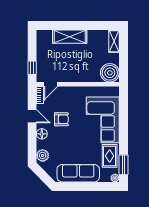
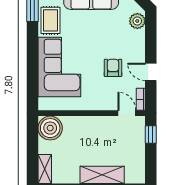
door: (51, 84) -> (127, 113), hinge flipped
armchair: (61, 119) -> (113, 68), turned 90
floor lamp: (42, 134) -> (138, 49), removed

